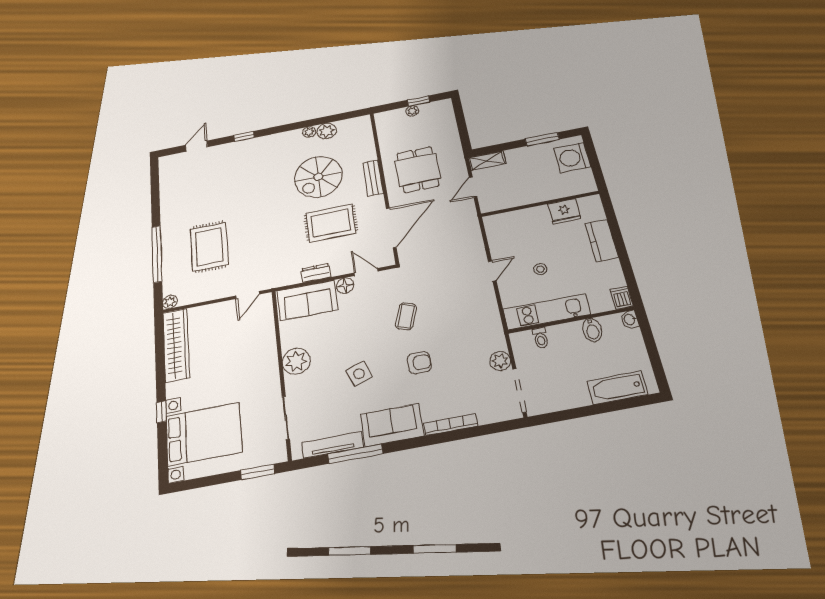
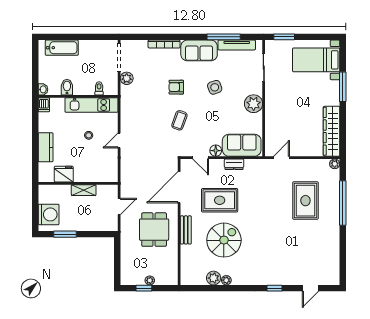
shelving: (487, 161) -> (84, 190), moved
window: (161, 412) -> (343, 87), width x2.17
bed with nightstands: (204, 434) -> (316, 60), width x0.73

